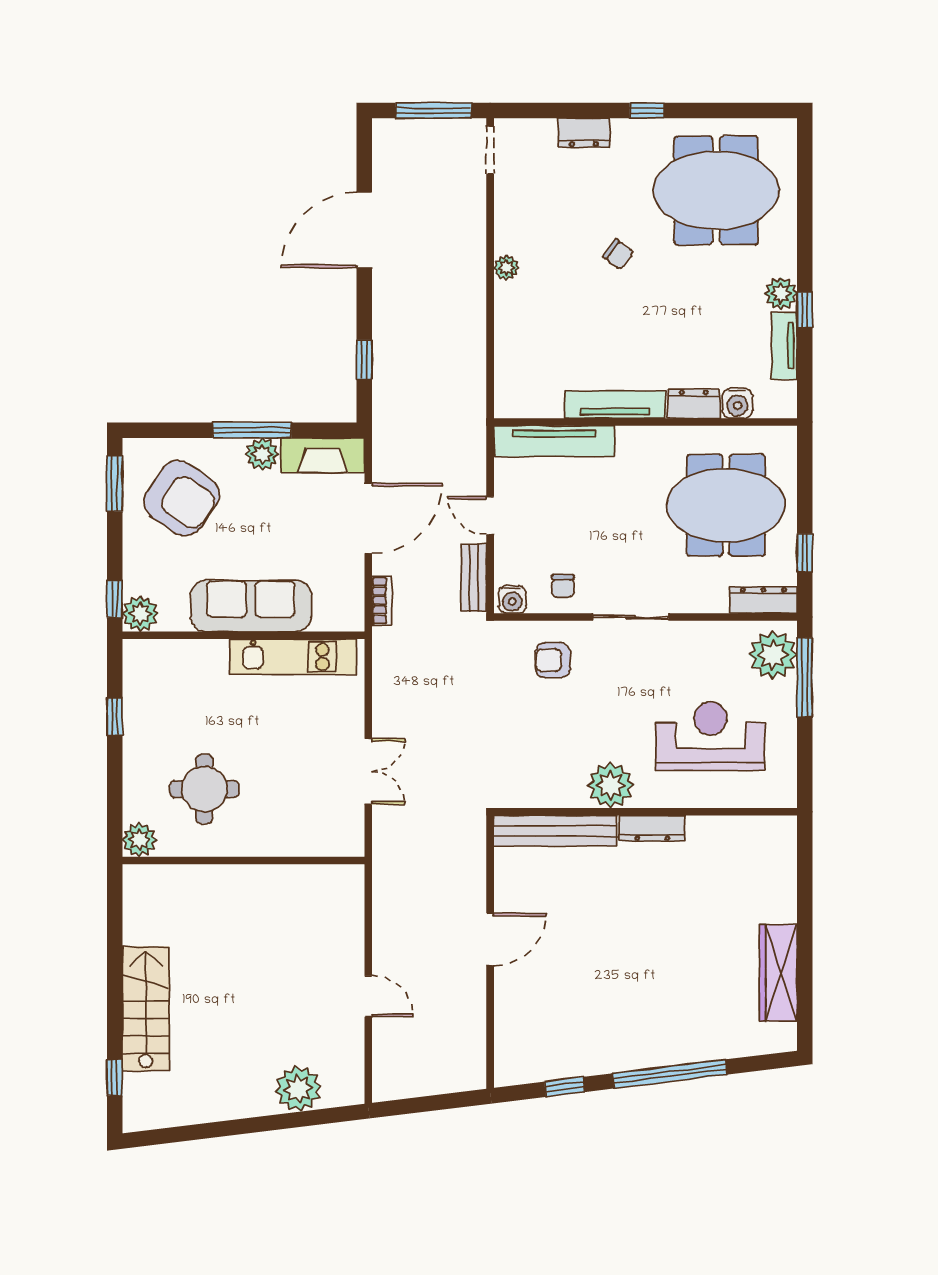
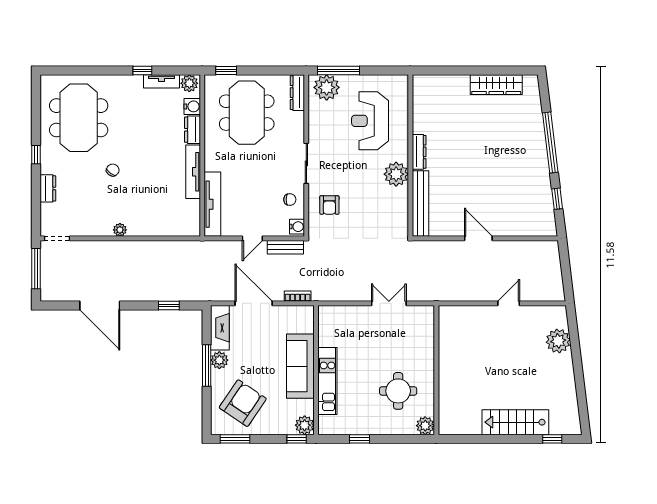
plant: (781, 294) -> (189, 83), moved
window: (805, 553) -> (226, 71), moved
kitchen unit: (293, 657) -> (327, 381), moved

